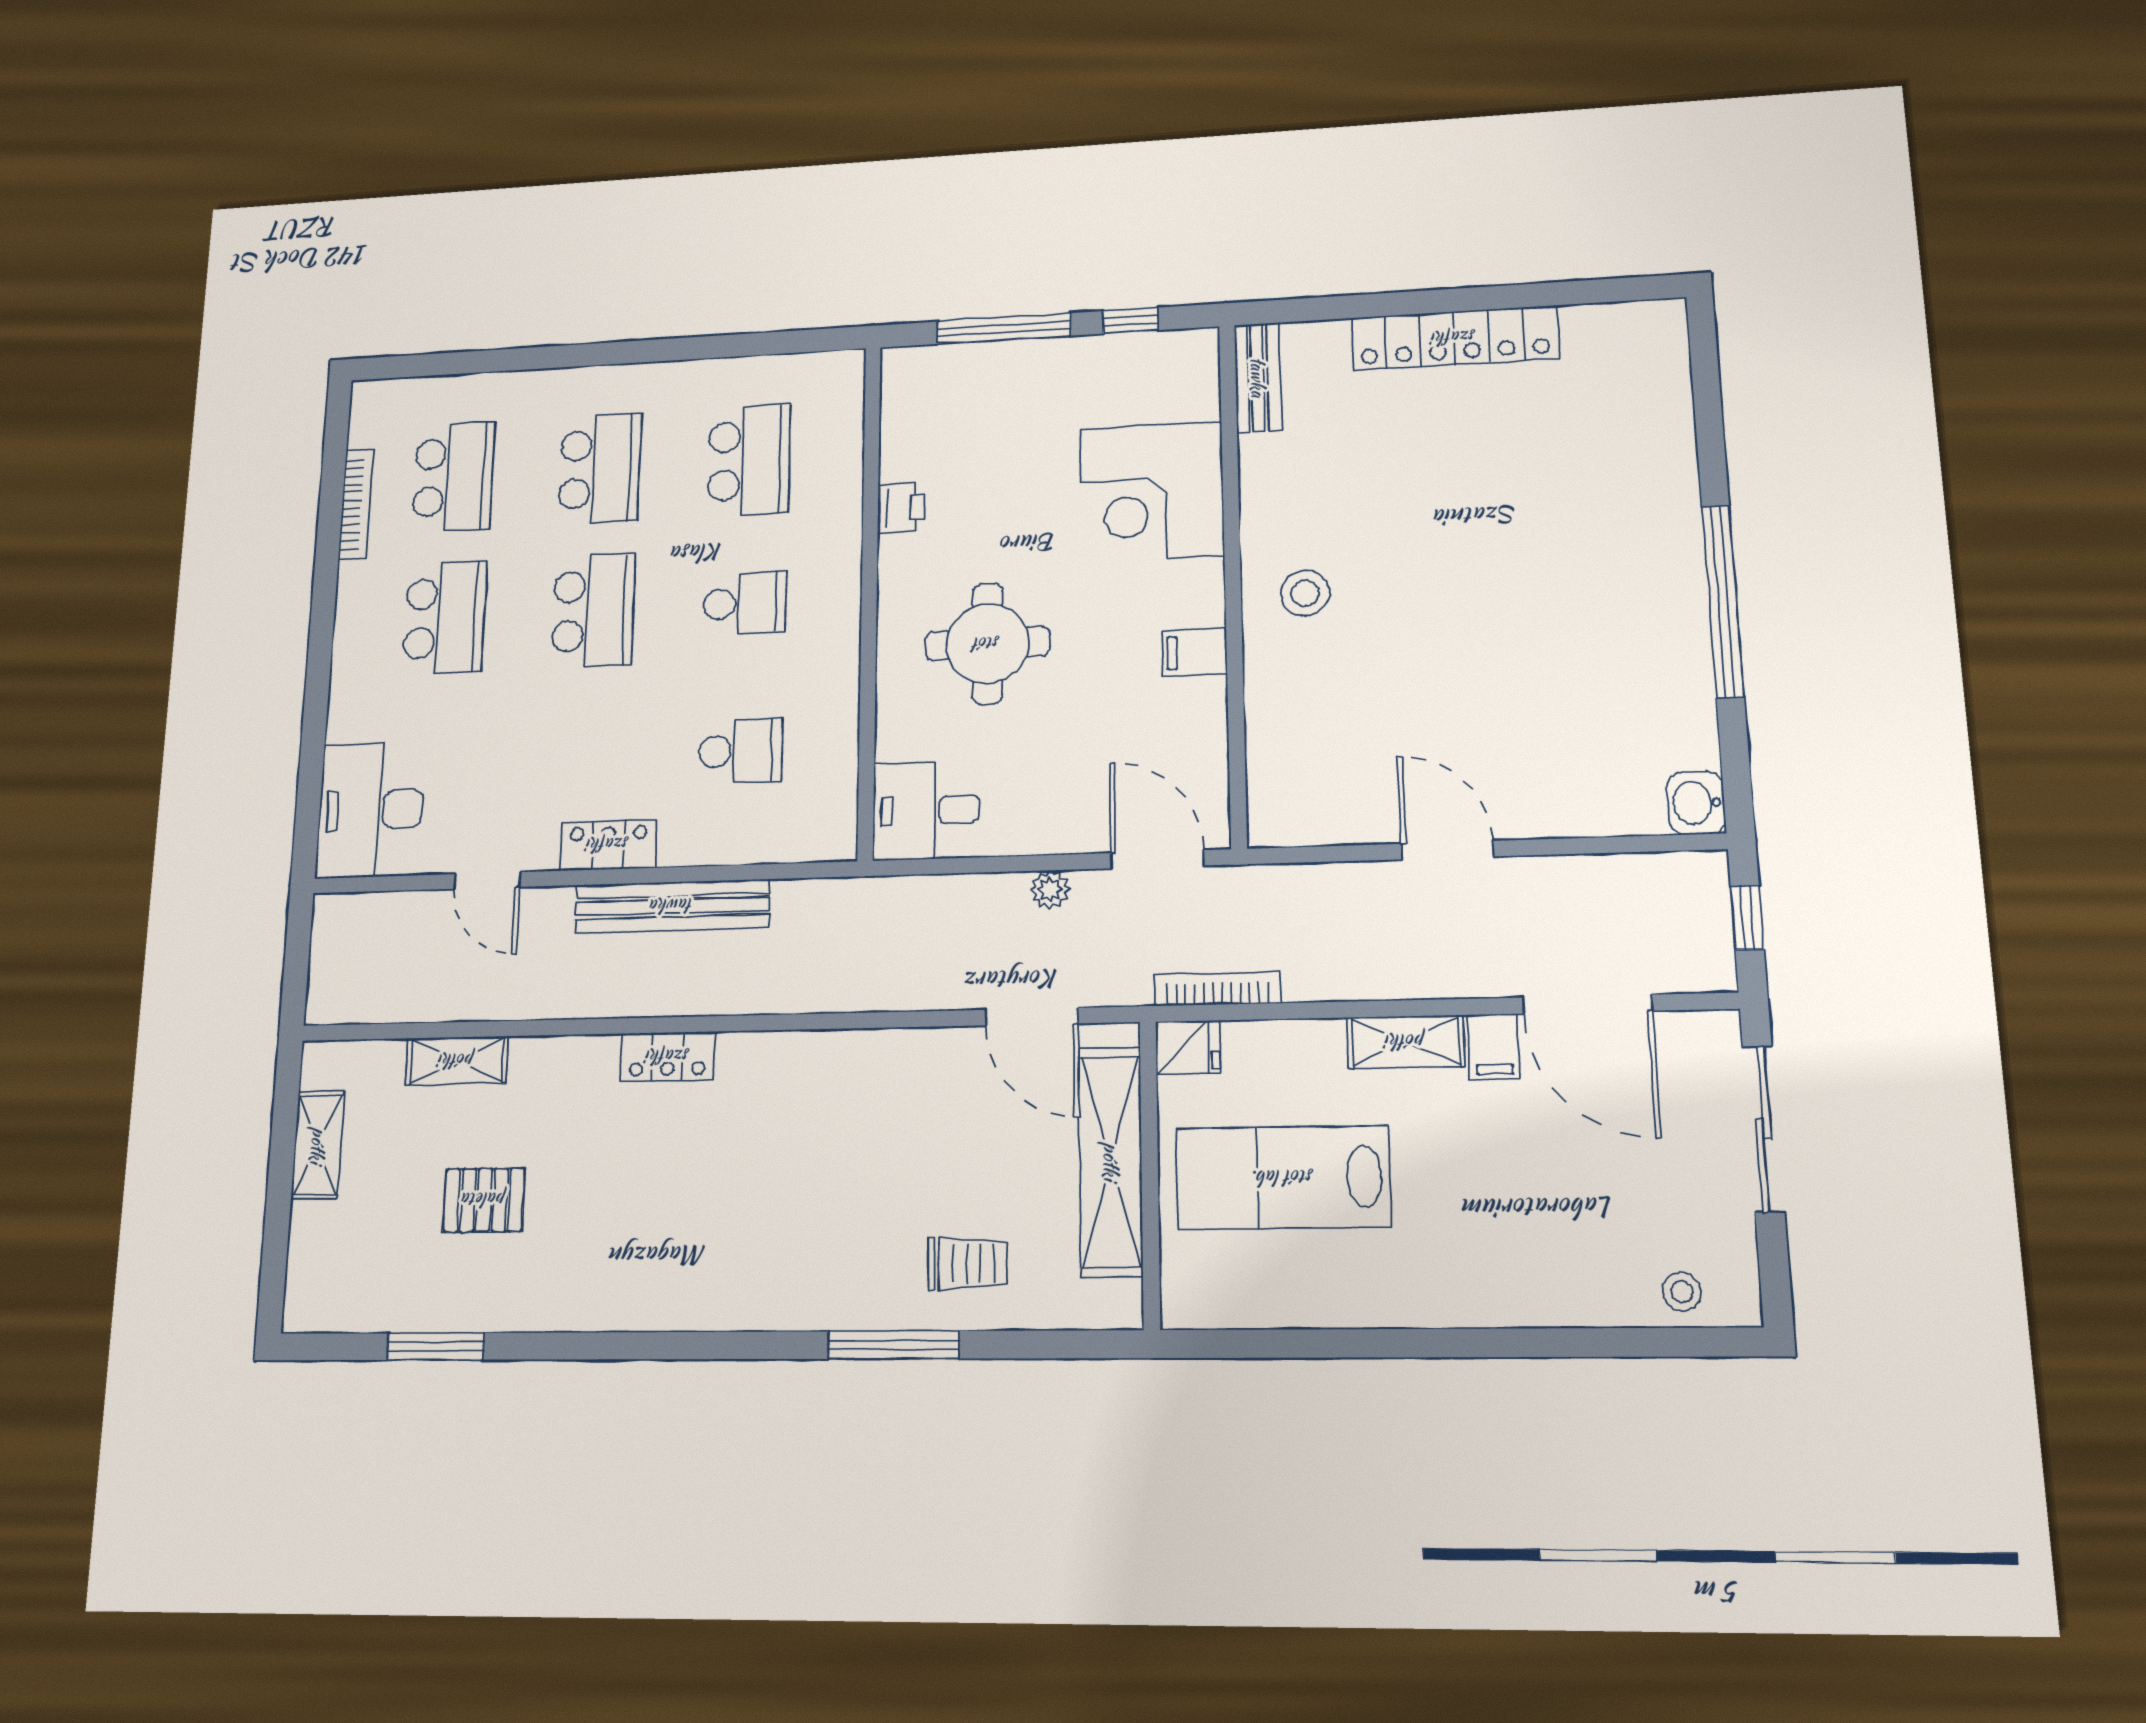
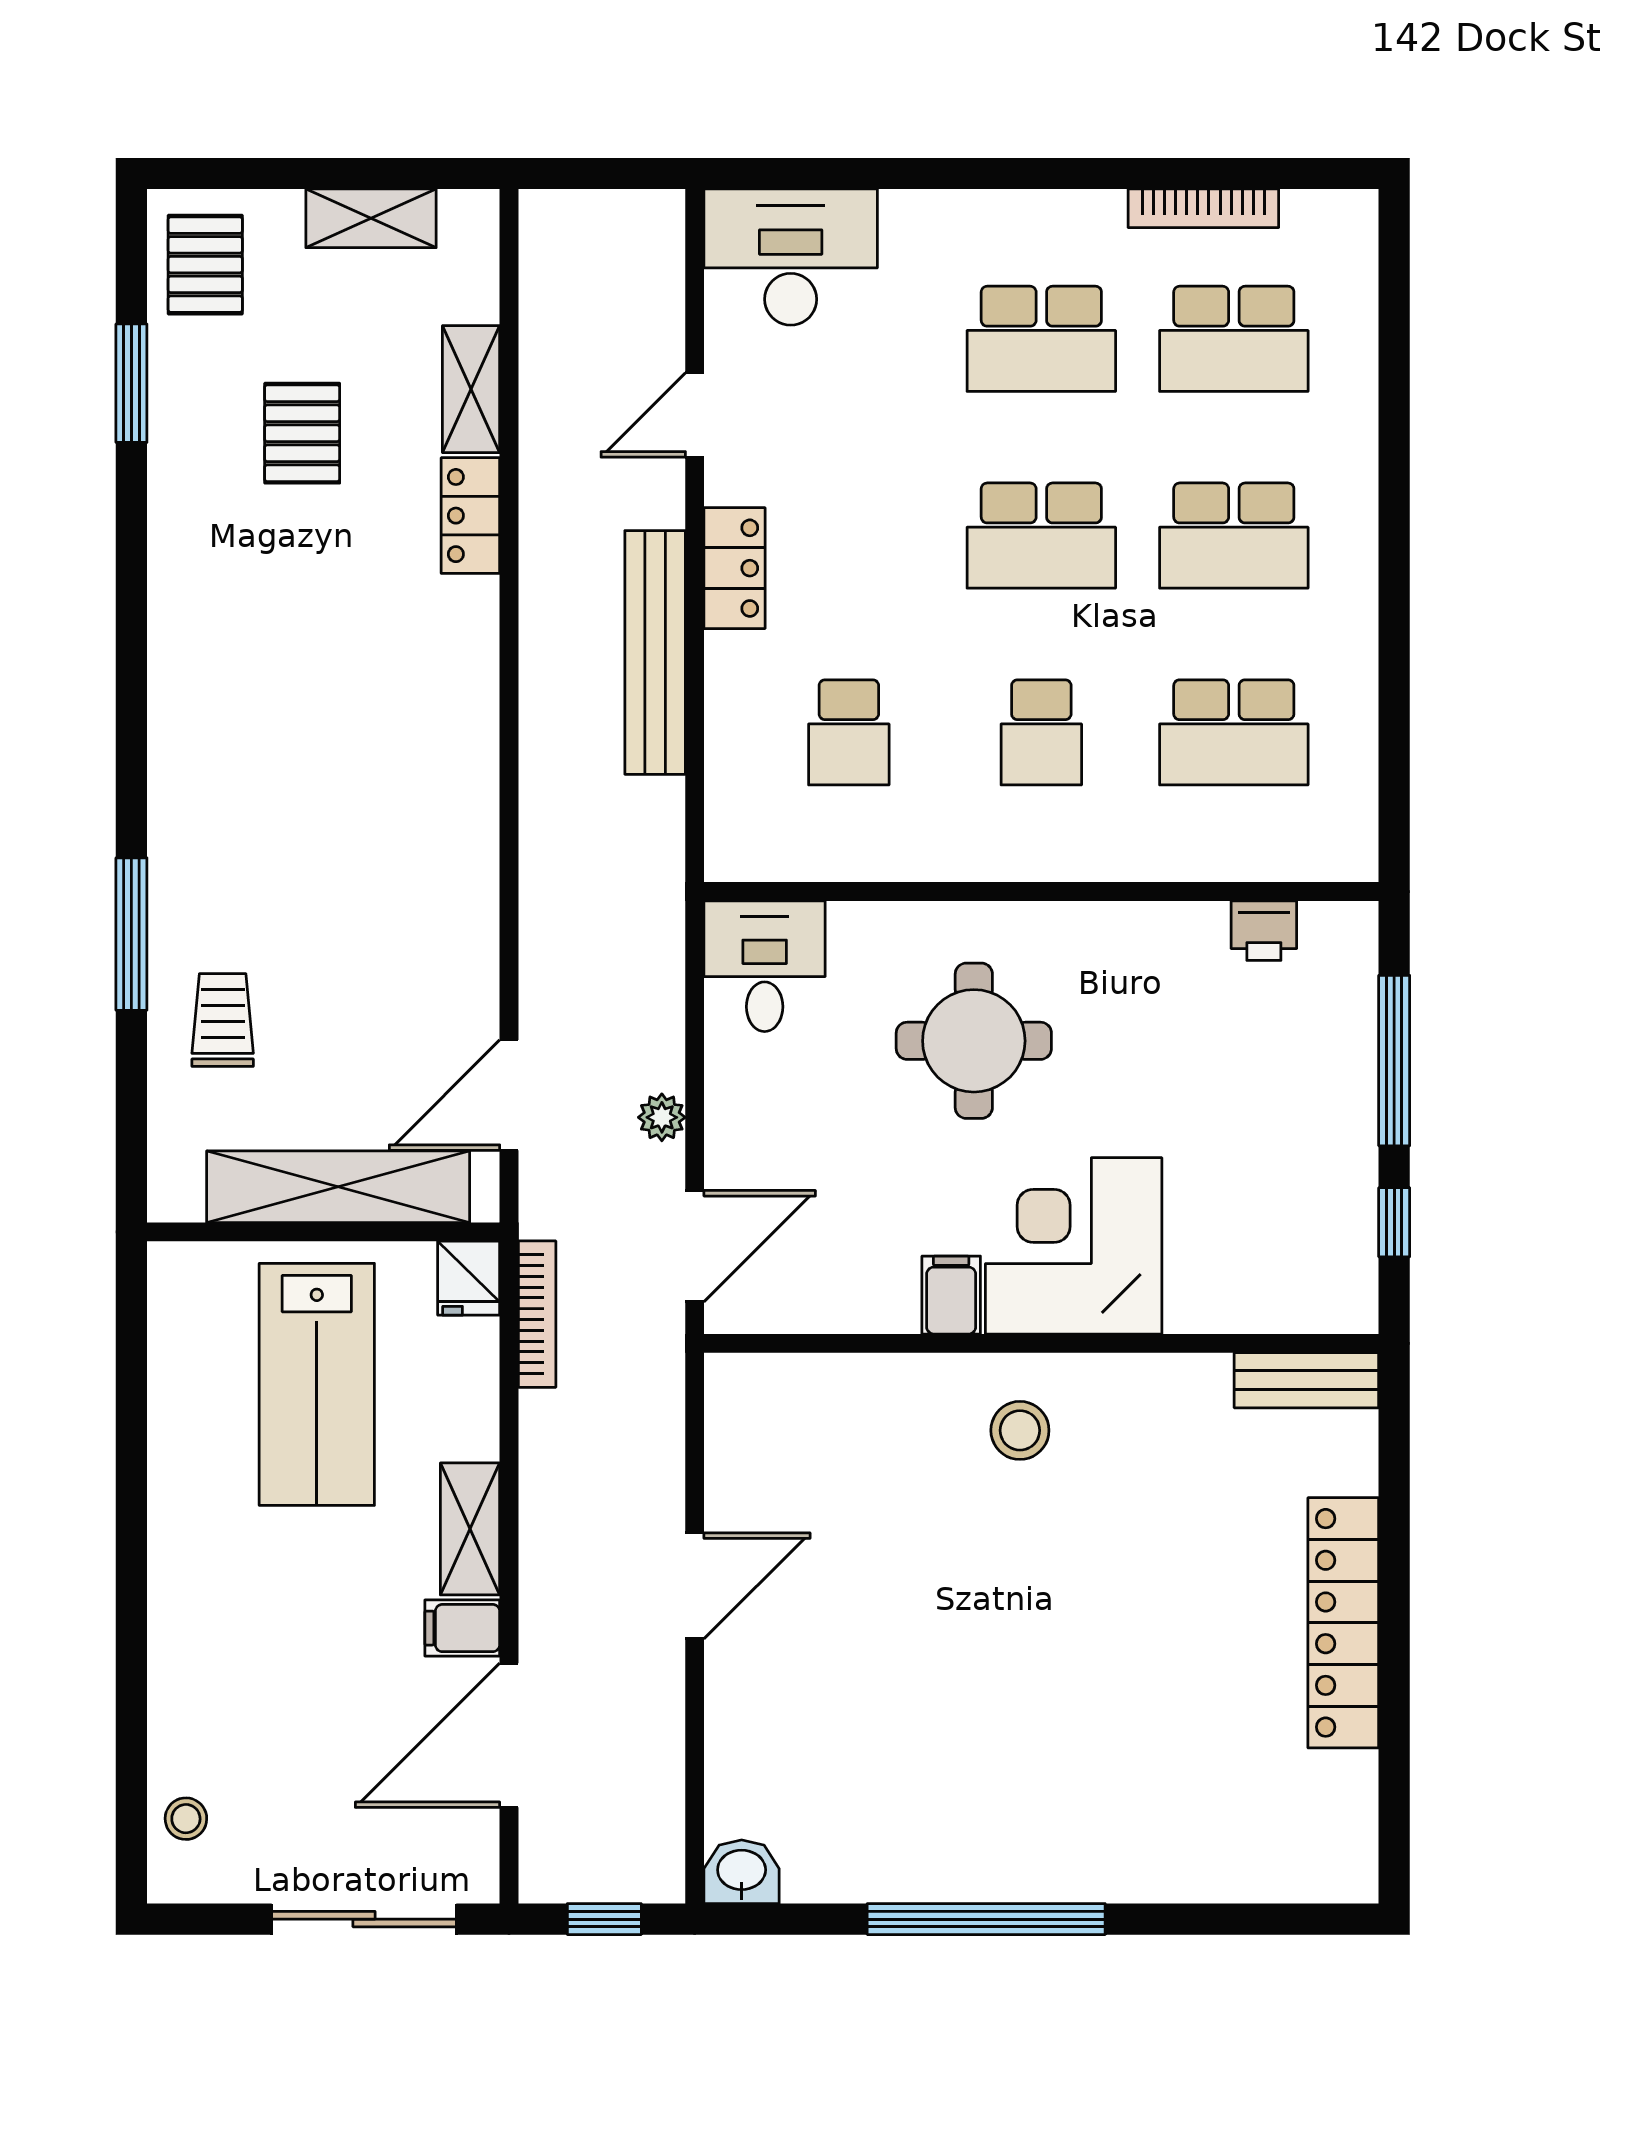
corner desk: (1152, 492) -> (1074, 1246), moved
printer: (901, 508) -> (1264, 931), moved
locker: (668, 1057) -> (470, 516), moved
lab bench: (1283, 1178) -> (317, 1384), turned 180
trolley: (968, 1264) -> (223, 1020), turned 180
pallet: (344, 1284) -> (205, 265), added

